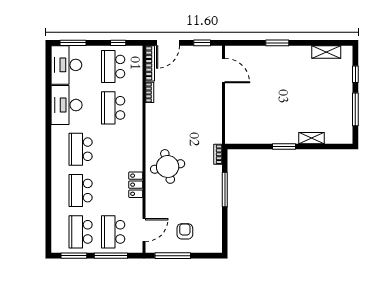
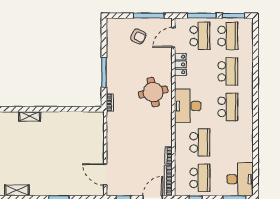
desk: (66, 105) -> (188, 106), moved, turned 180
window: (284, 147) -> (53, 109), removed
locker: (136, 185) -> (180, 64), moved
armchair: (185, 231) -> (138, 36), turned -64

